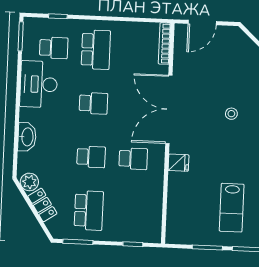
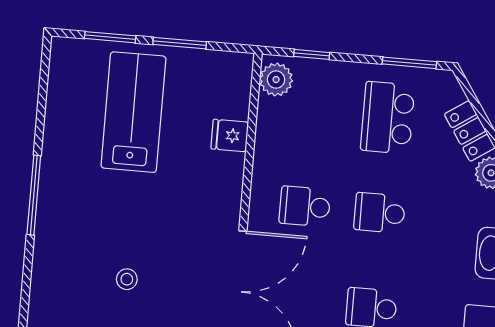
fridge: (178, 163) -> (230, 135), moved
lab bench: (232, 208) -> (133, 112), width x1.36, depth x1.39
plant: (152, 229) -> (276, 80), added

